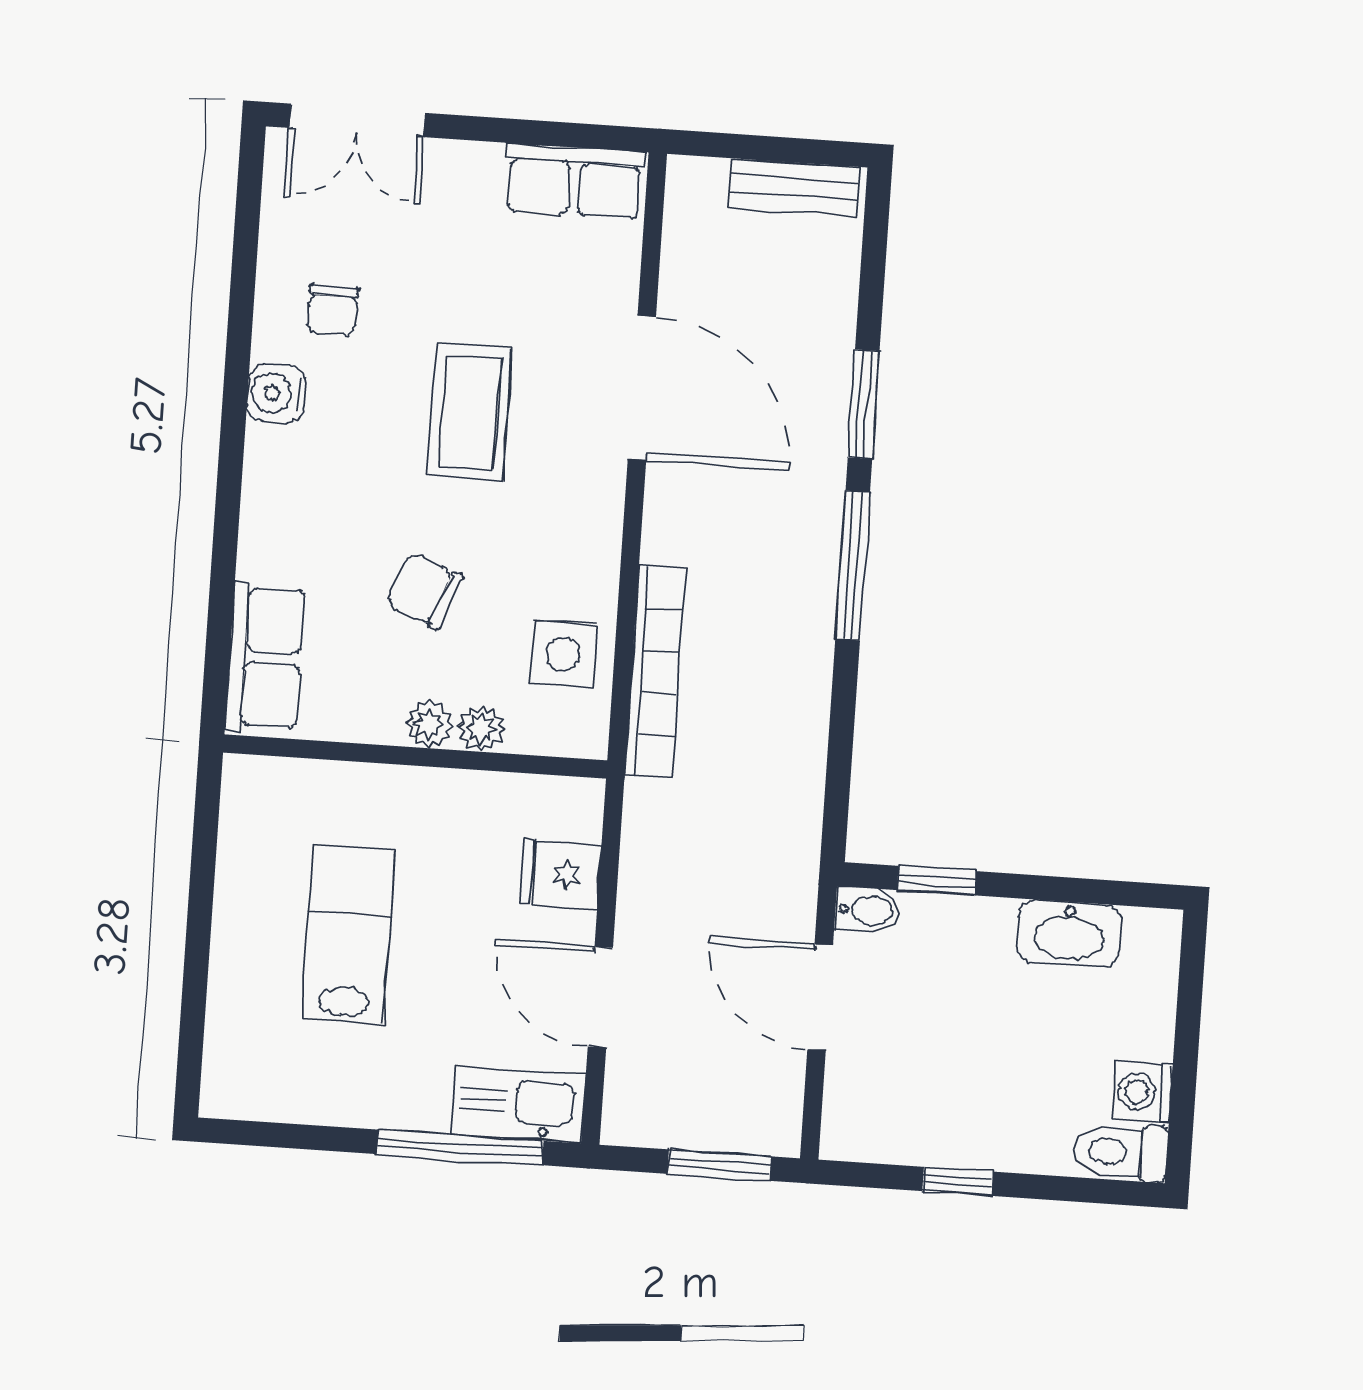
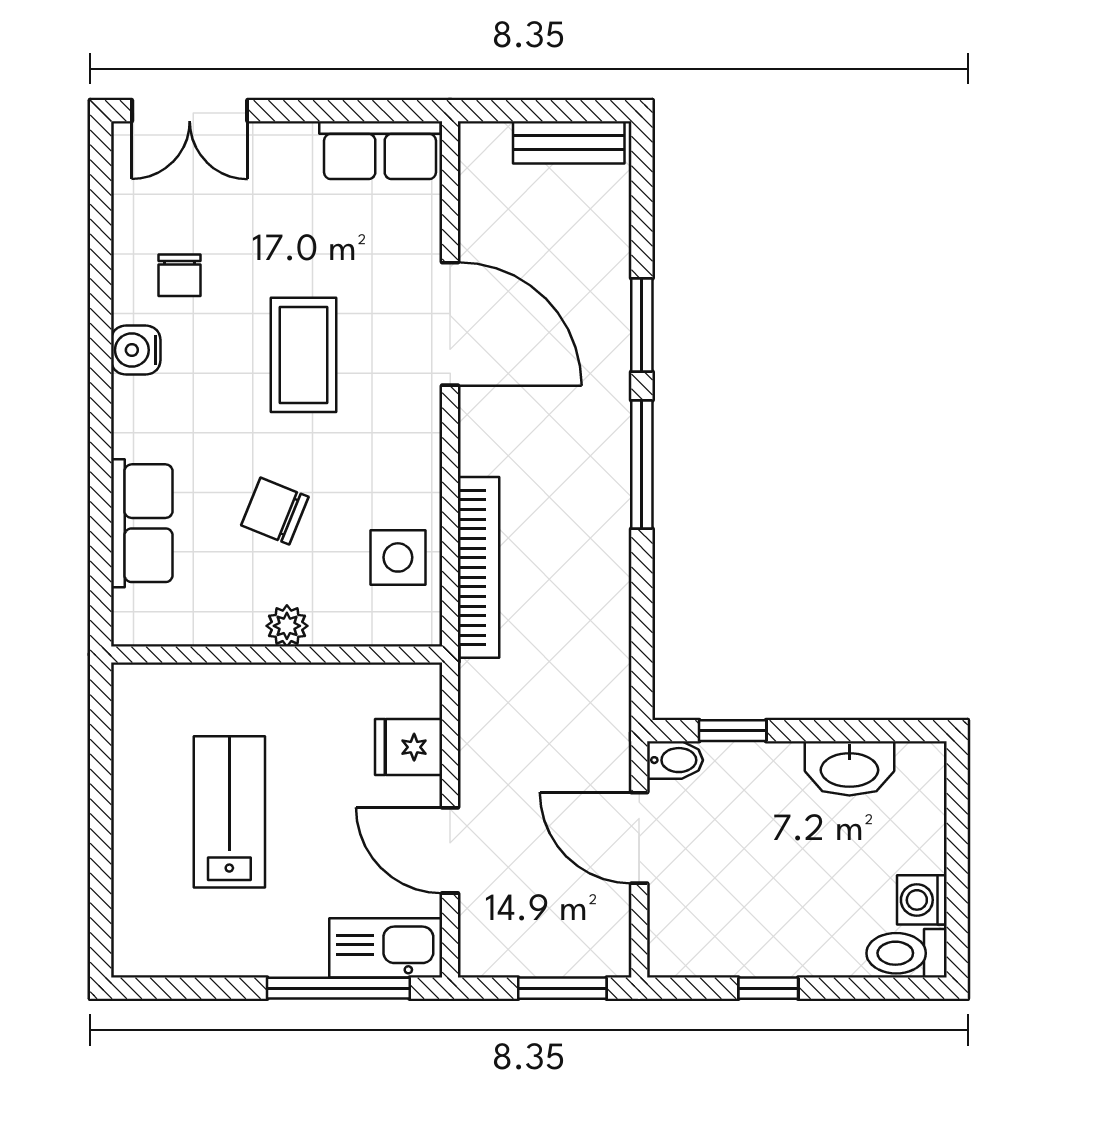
row of seats: (265, 657) -> (142, 523), moved
plant: (481, 729) -> (332, 627), removed

